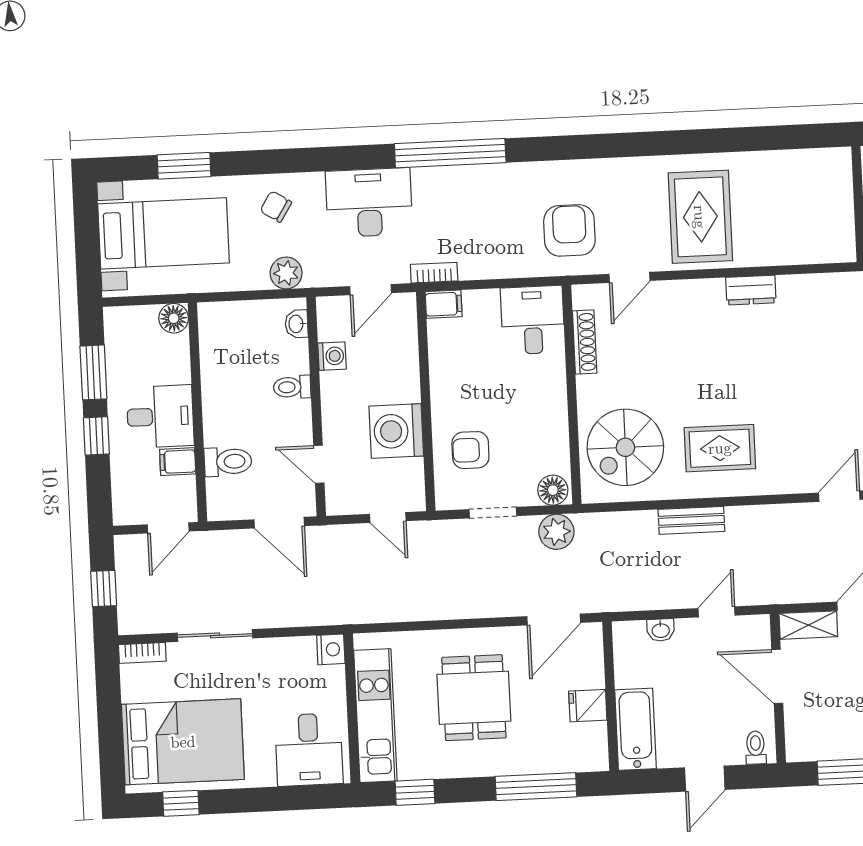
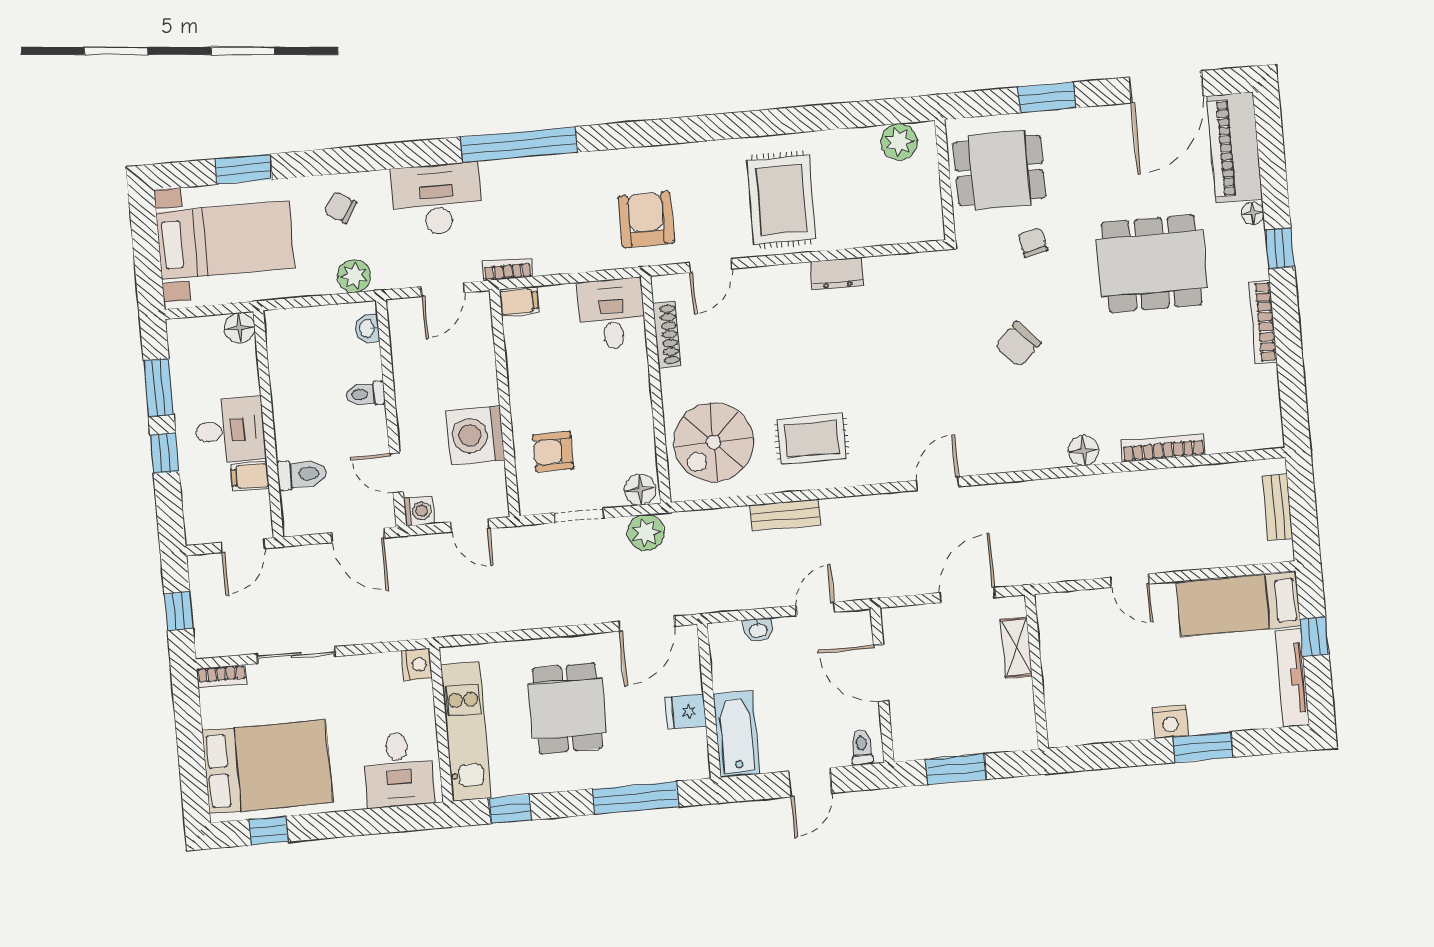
plant: (816, 166) -> (899, 142), added
washing machine: (332, 356) -> (419, 511), moved
shelving: (808, 625) -> (911, 618), removed

